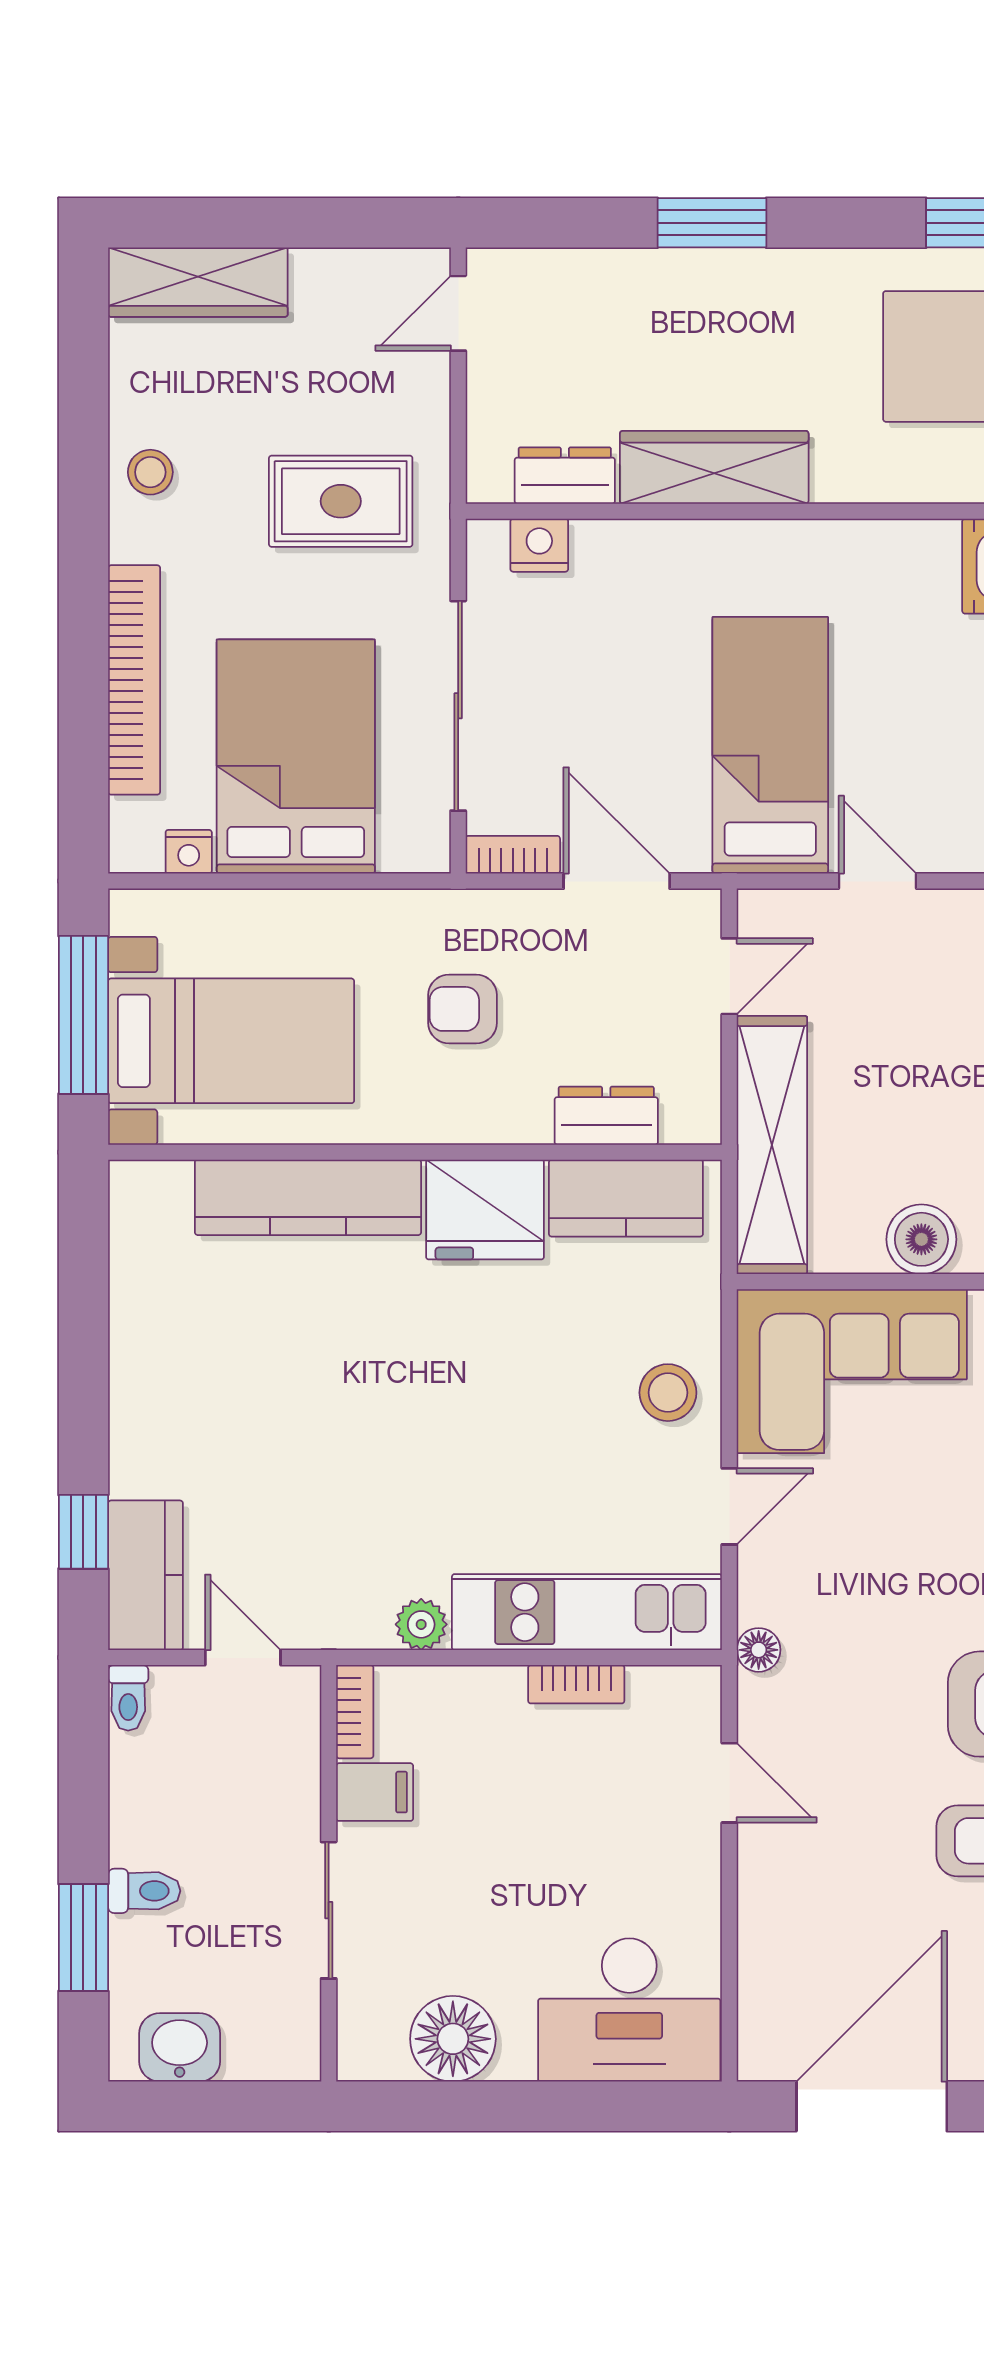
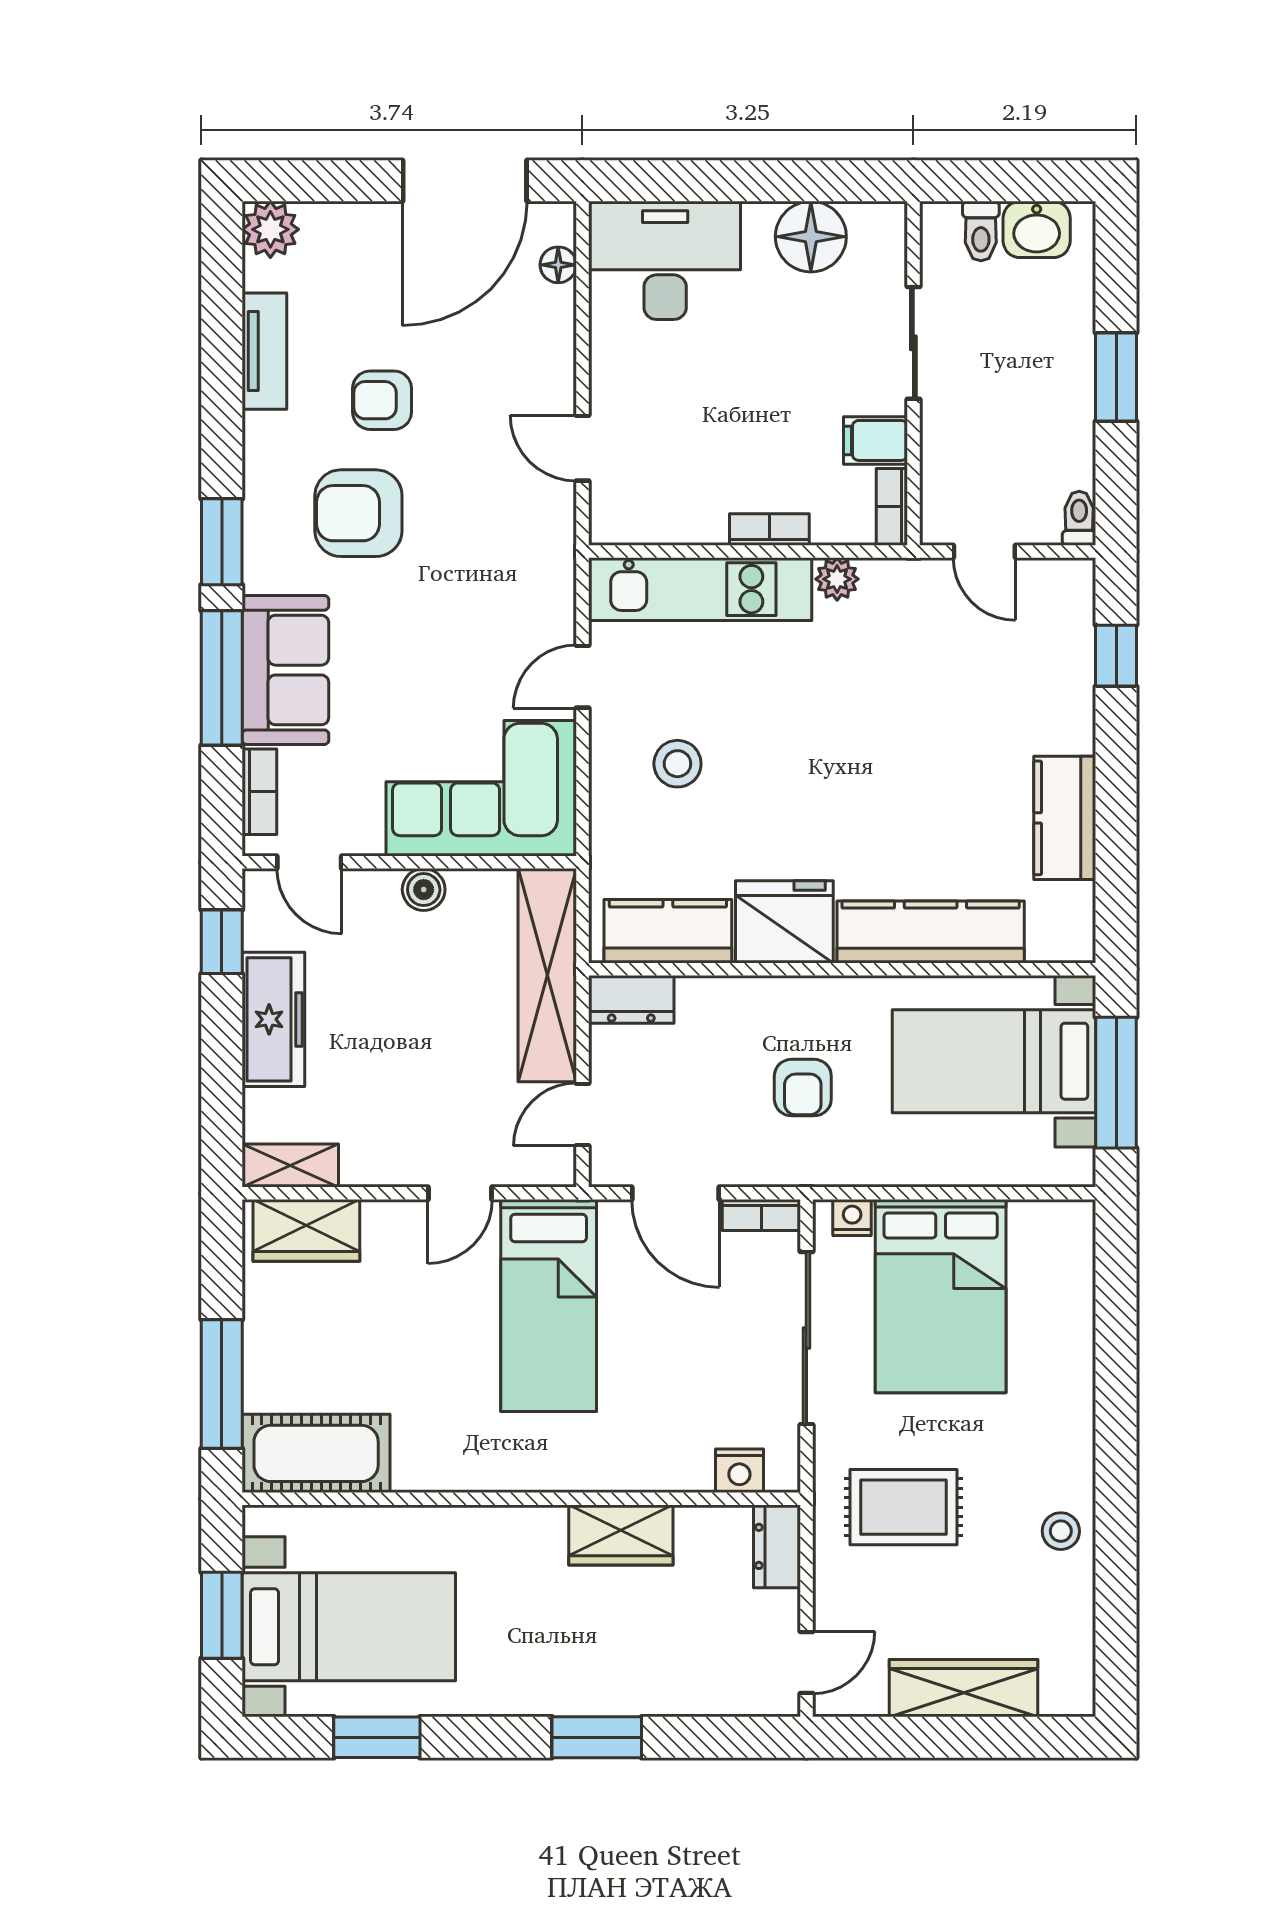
wardrobe: (198, 282) -> (963, 1688), moved
wardrobe: (714, 467) -> (621, 1535), width x0.67
dresser: (565, 476) -> (777, 1546), moved, turned 90
bookcase: (134, 680) -> (1074, 1359), removed
nightstand: (189, 852) -> (852, 1217), moved
door: (877, 881) -> (460, 1193), hinge flipped
armchair: (463, 1009) -> (803, 1088), turned 90
dresser: (606, 1116) -> (631, 999), moved
boiler: (921, 1239) -> (424, 890), width x0.73, depth x0.73
stool: (668, 1393) -> (677, 764), moved
kitchen counter: (145, 1575) -> (1065, 818), moved
floor lamp: (759, 1650) -> (558, 265), moved
bookcase: (576, 1684) -> (769, 530), moved
toilet: (144, 1891) -> (981, 231), moved, turned -90
window: (83, 1938) -> (1116, 377), moved

